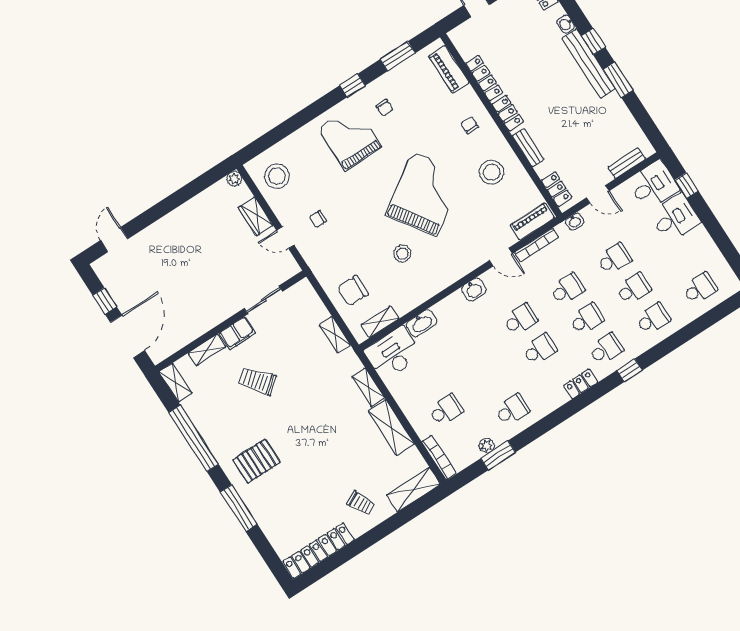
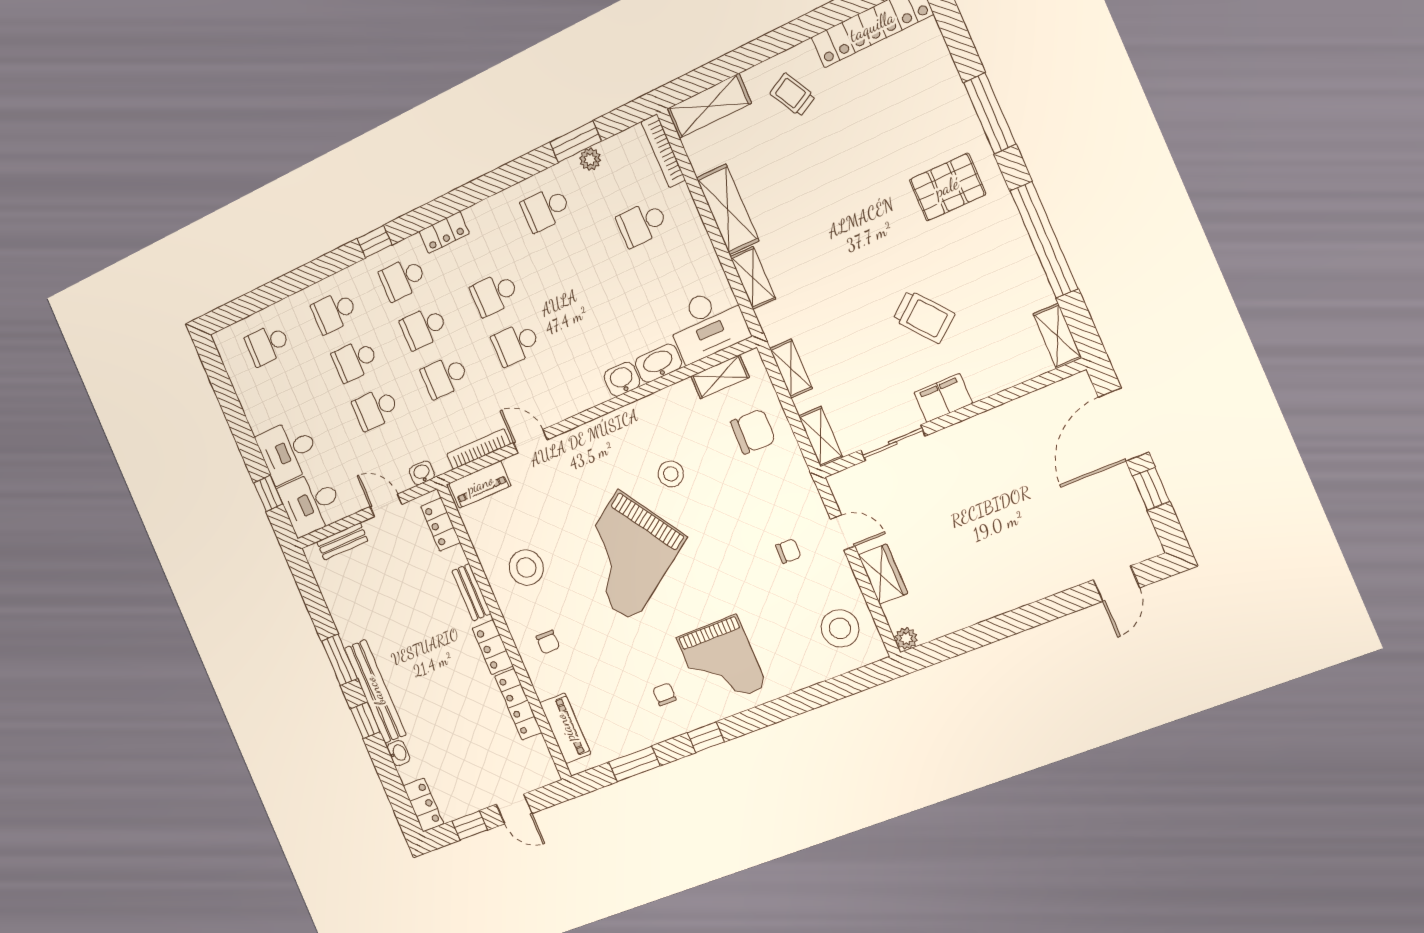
washbasin: (474, 290) -> (622, 379), moved
shelving: (207, 350) -> (821, 437), moved, turned 90

